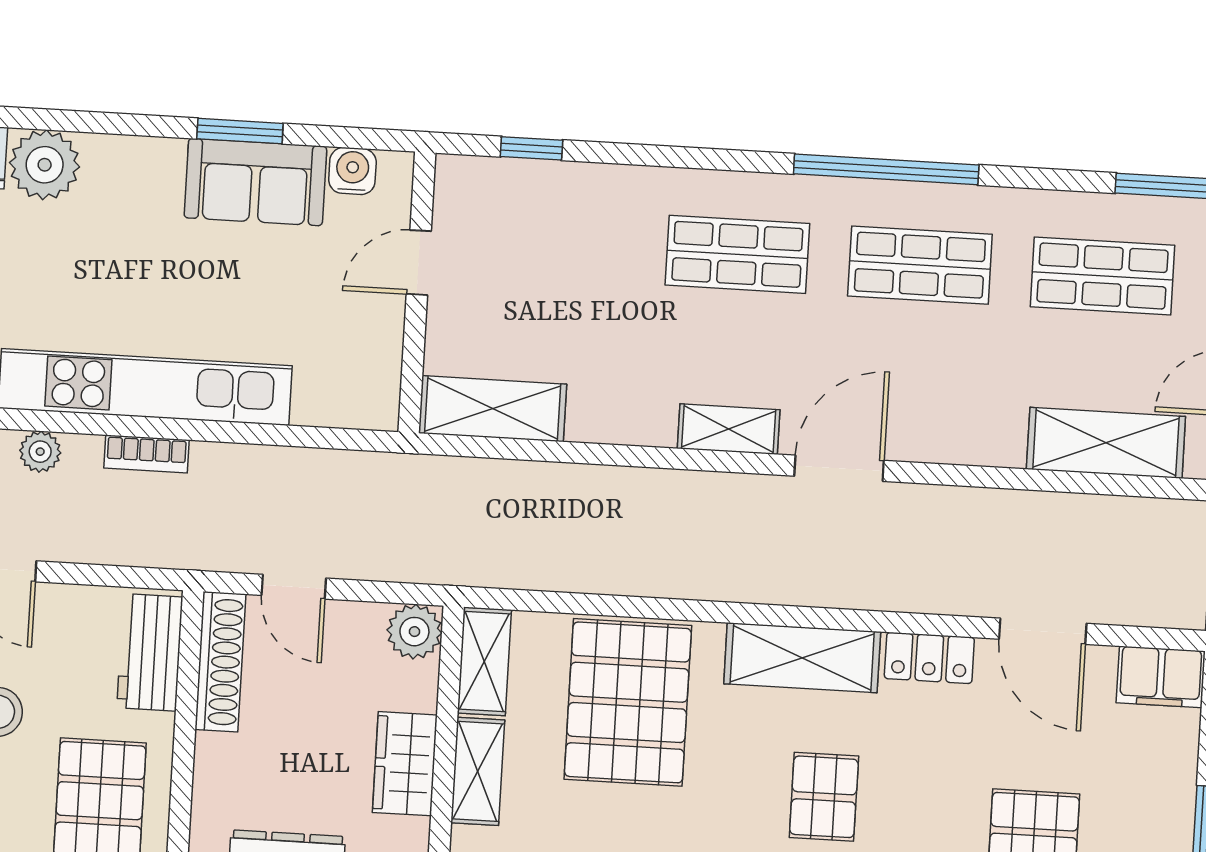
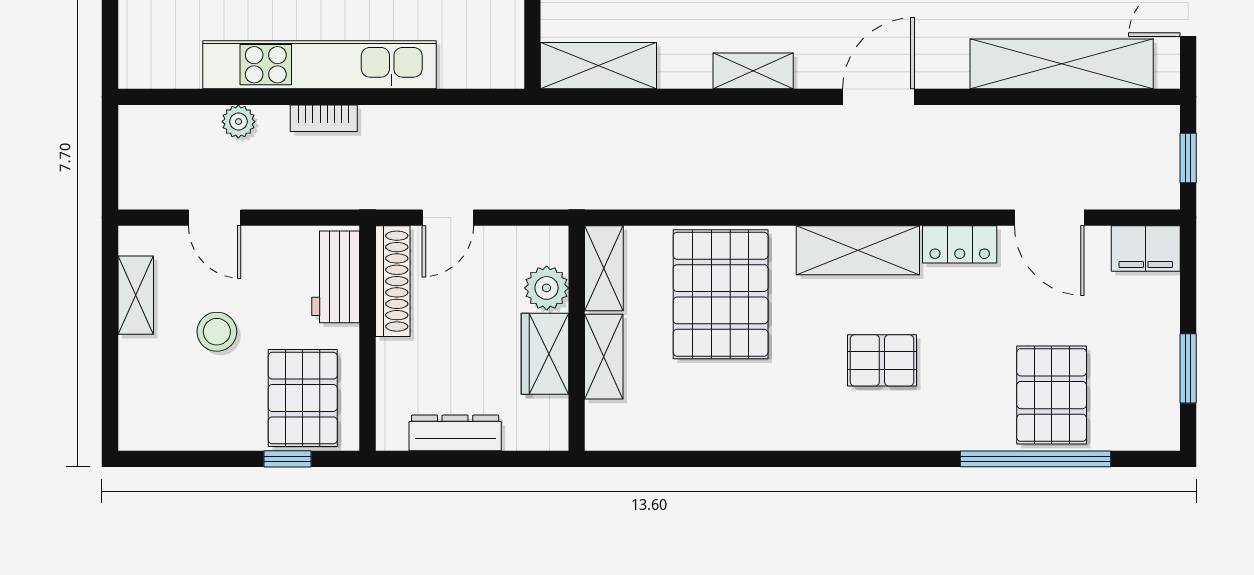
shelving: (729, 429) -> (753, 71), moved
shelving: (1106, 443) -> (1062, 64), width x1.47
door: (294, 587) -> (448, 218), hinge flipped
plant: (414, 632) -> (547, 288), moved
pallet: (824, 797) -> (882, 360), turned 90

